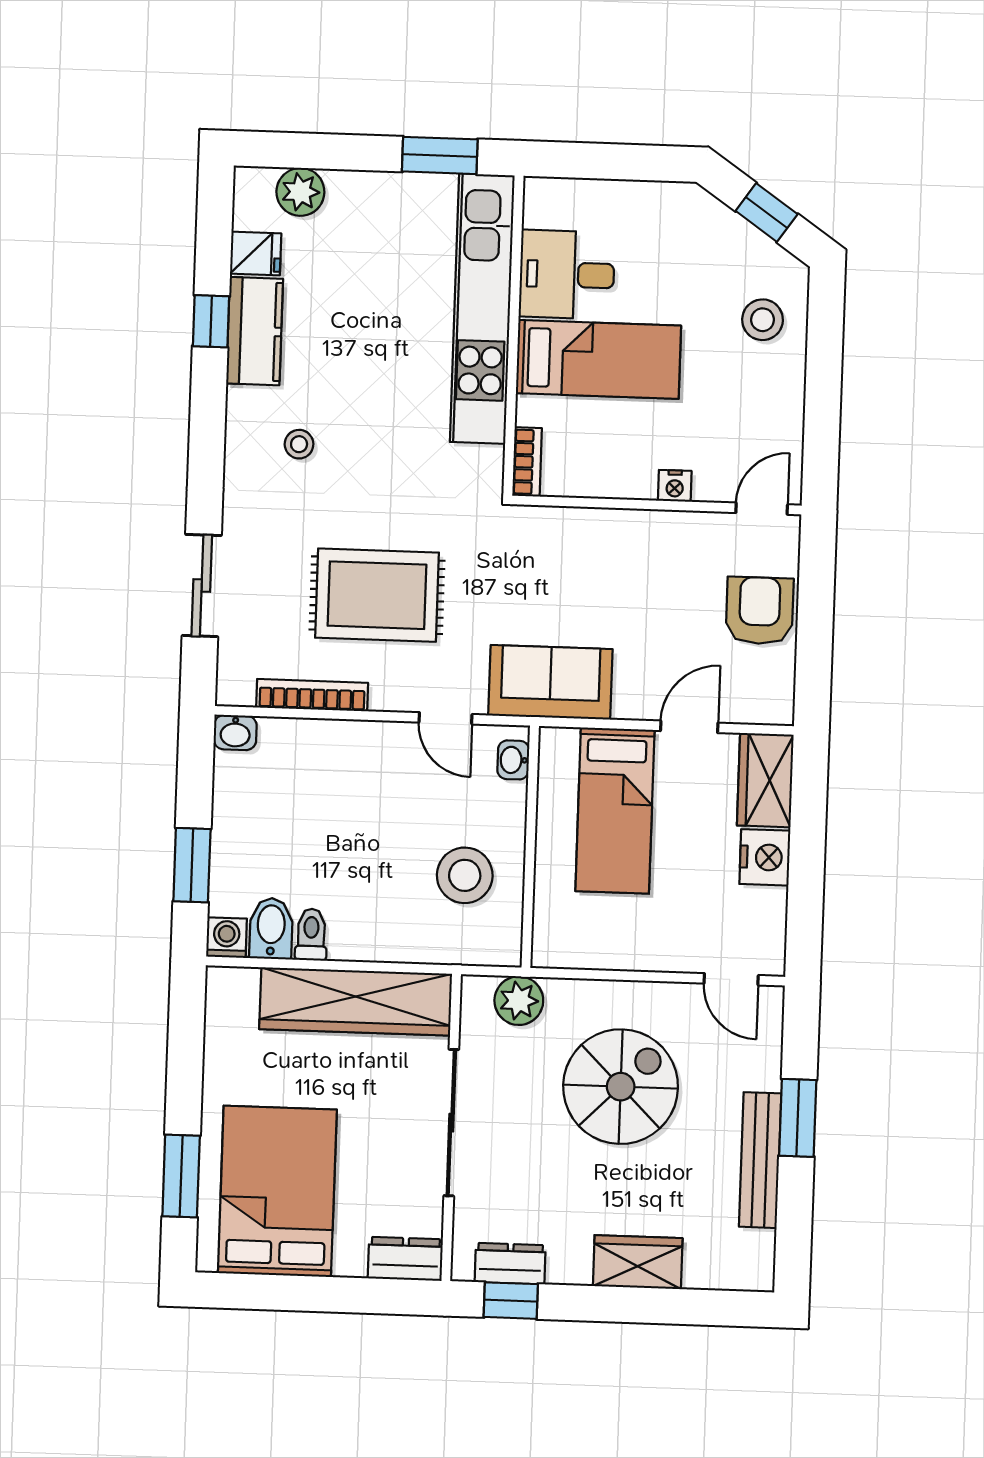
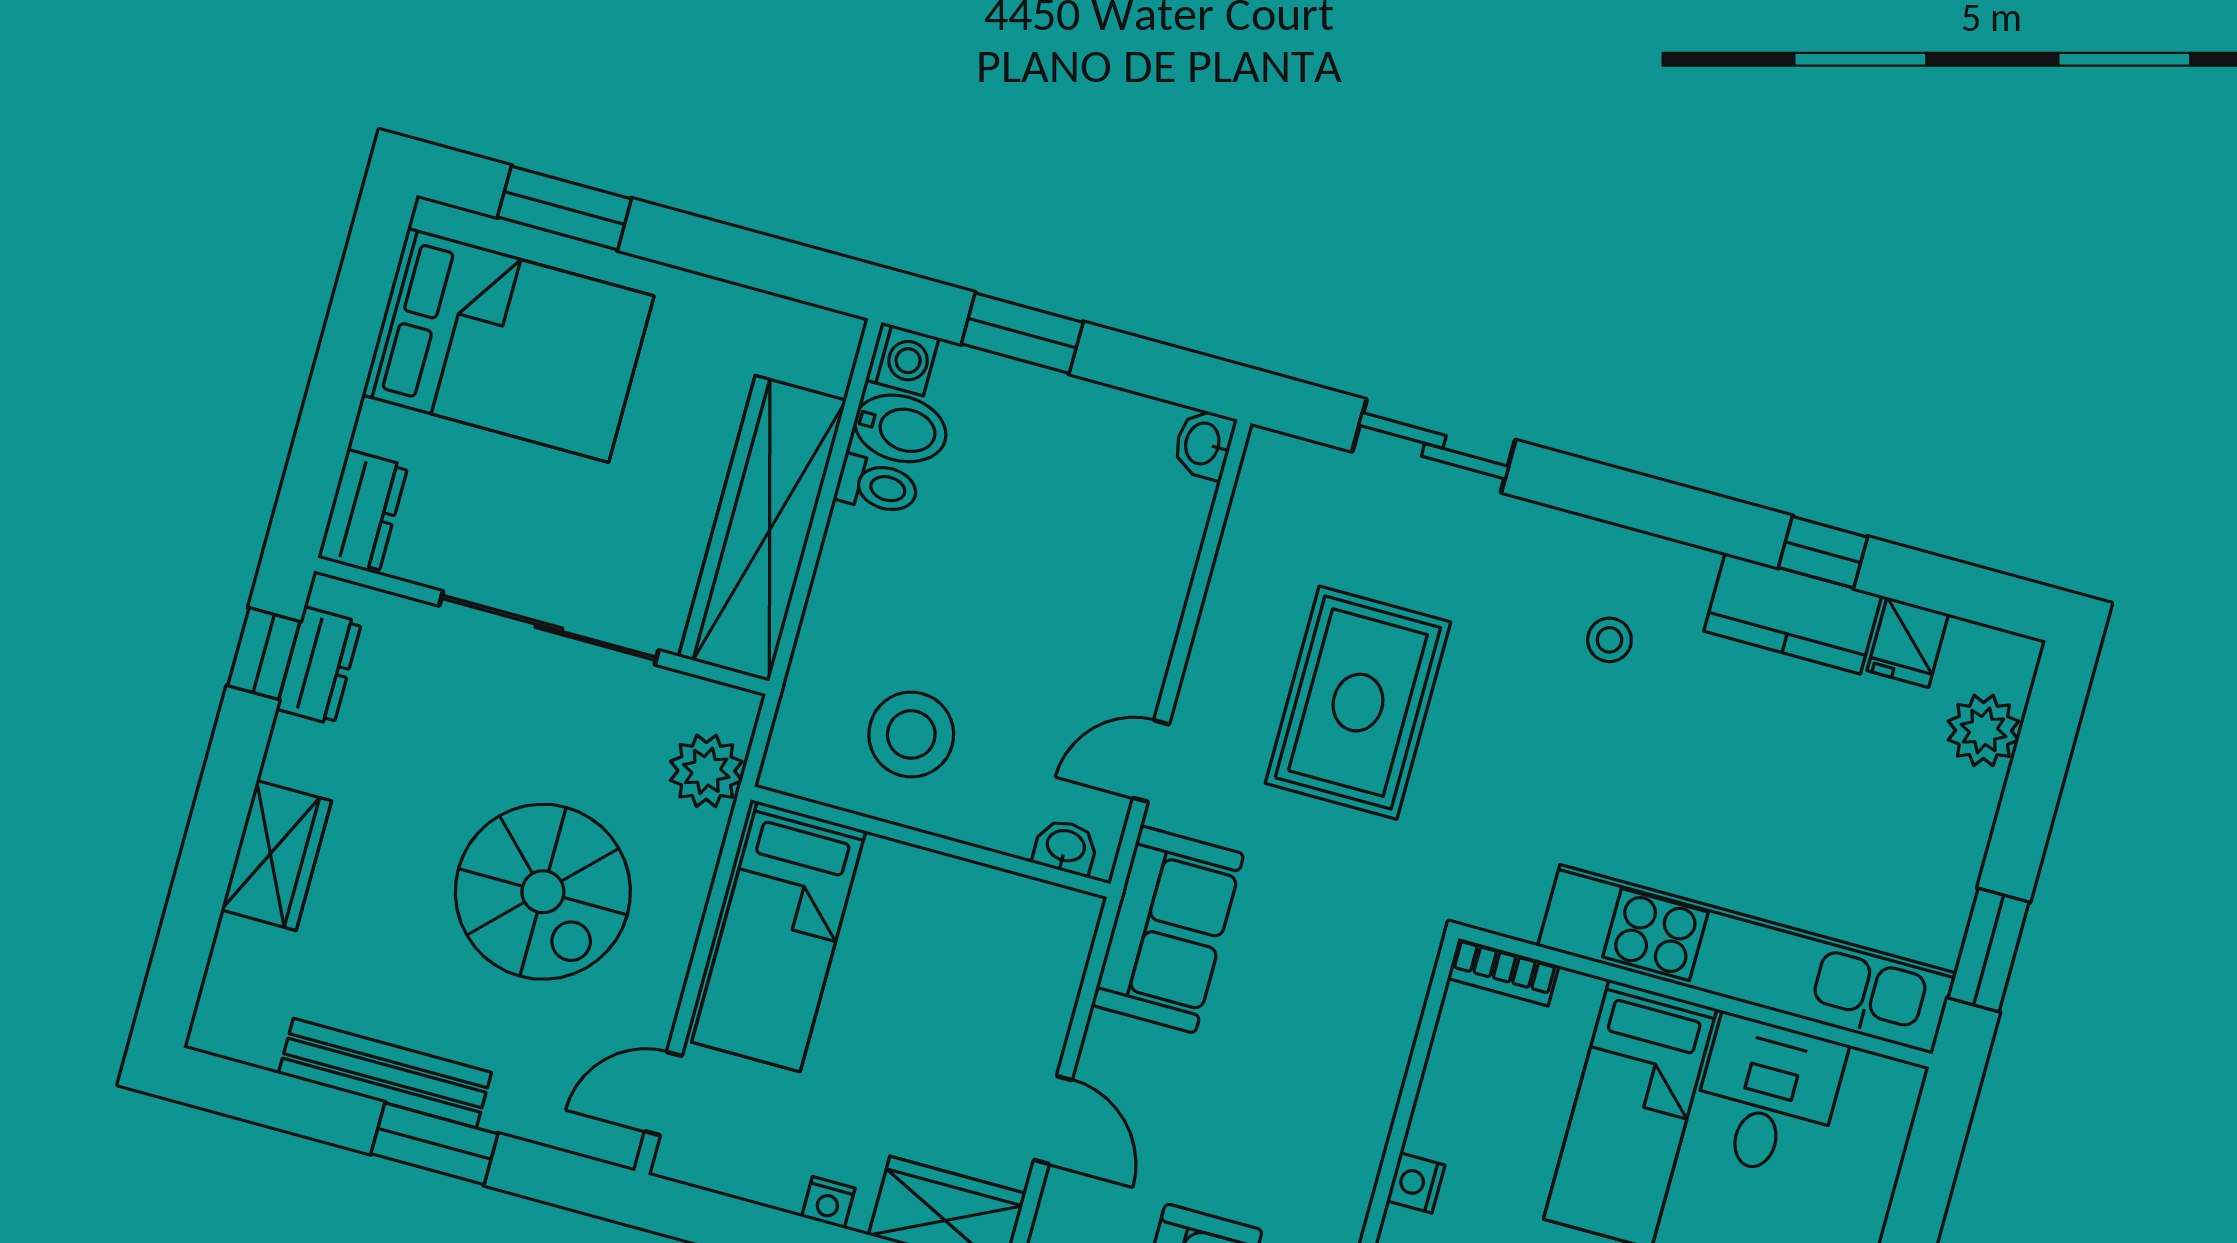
bookcase: (312, 695) -> (1232, 571), removed
bed: (615, 811) -> (779, 937), moved, turned -90
nightstand: (765, 857) -> (828, 1202), width x0.53, depth x0.56

